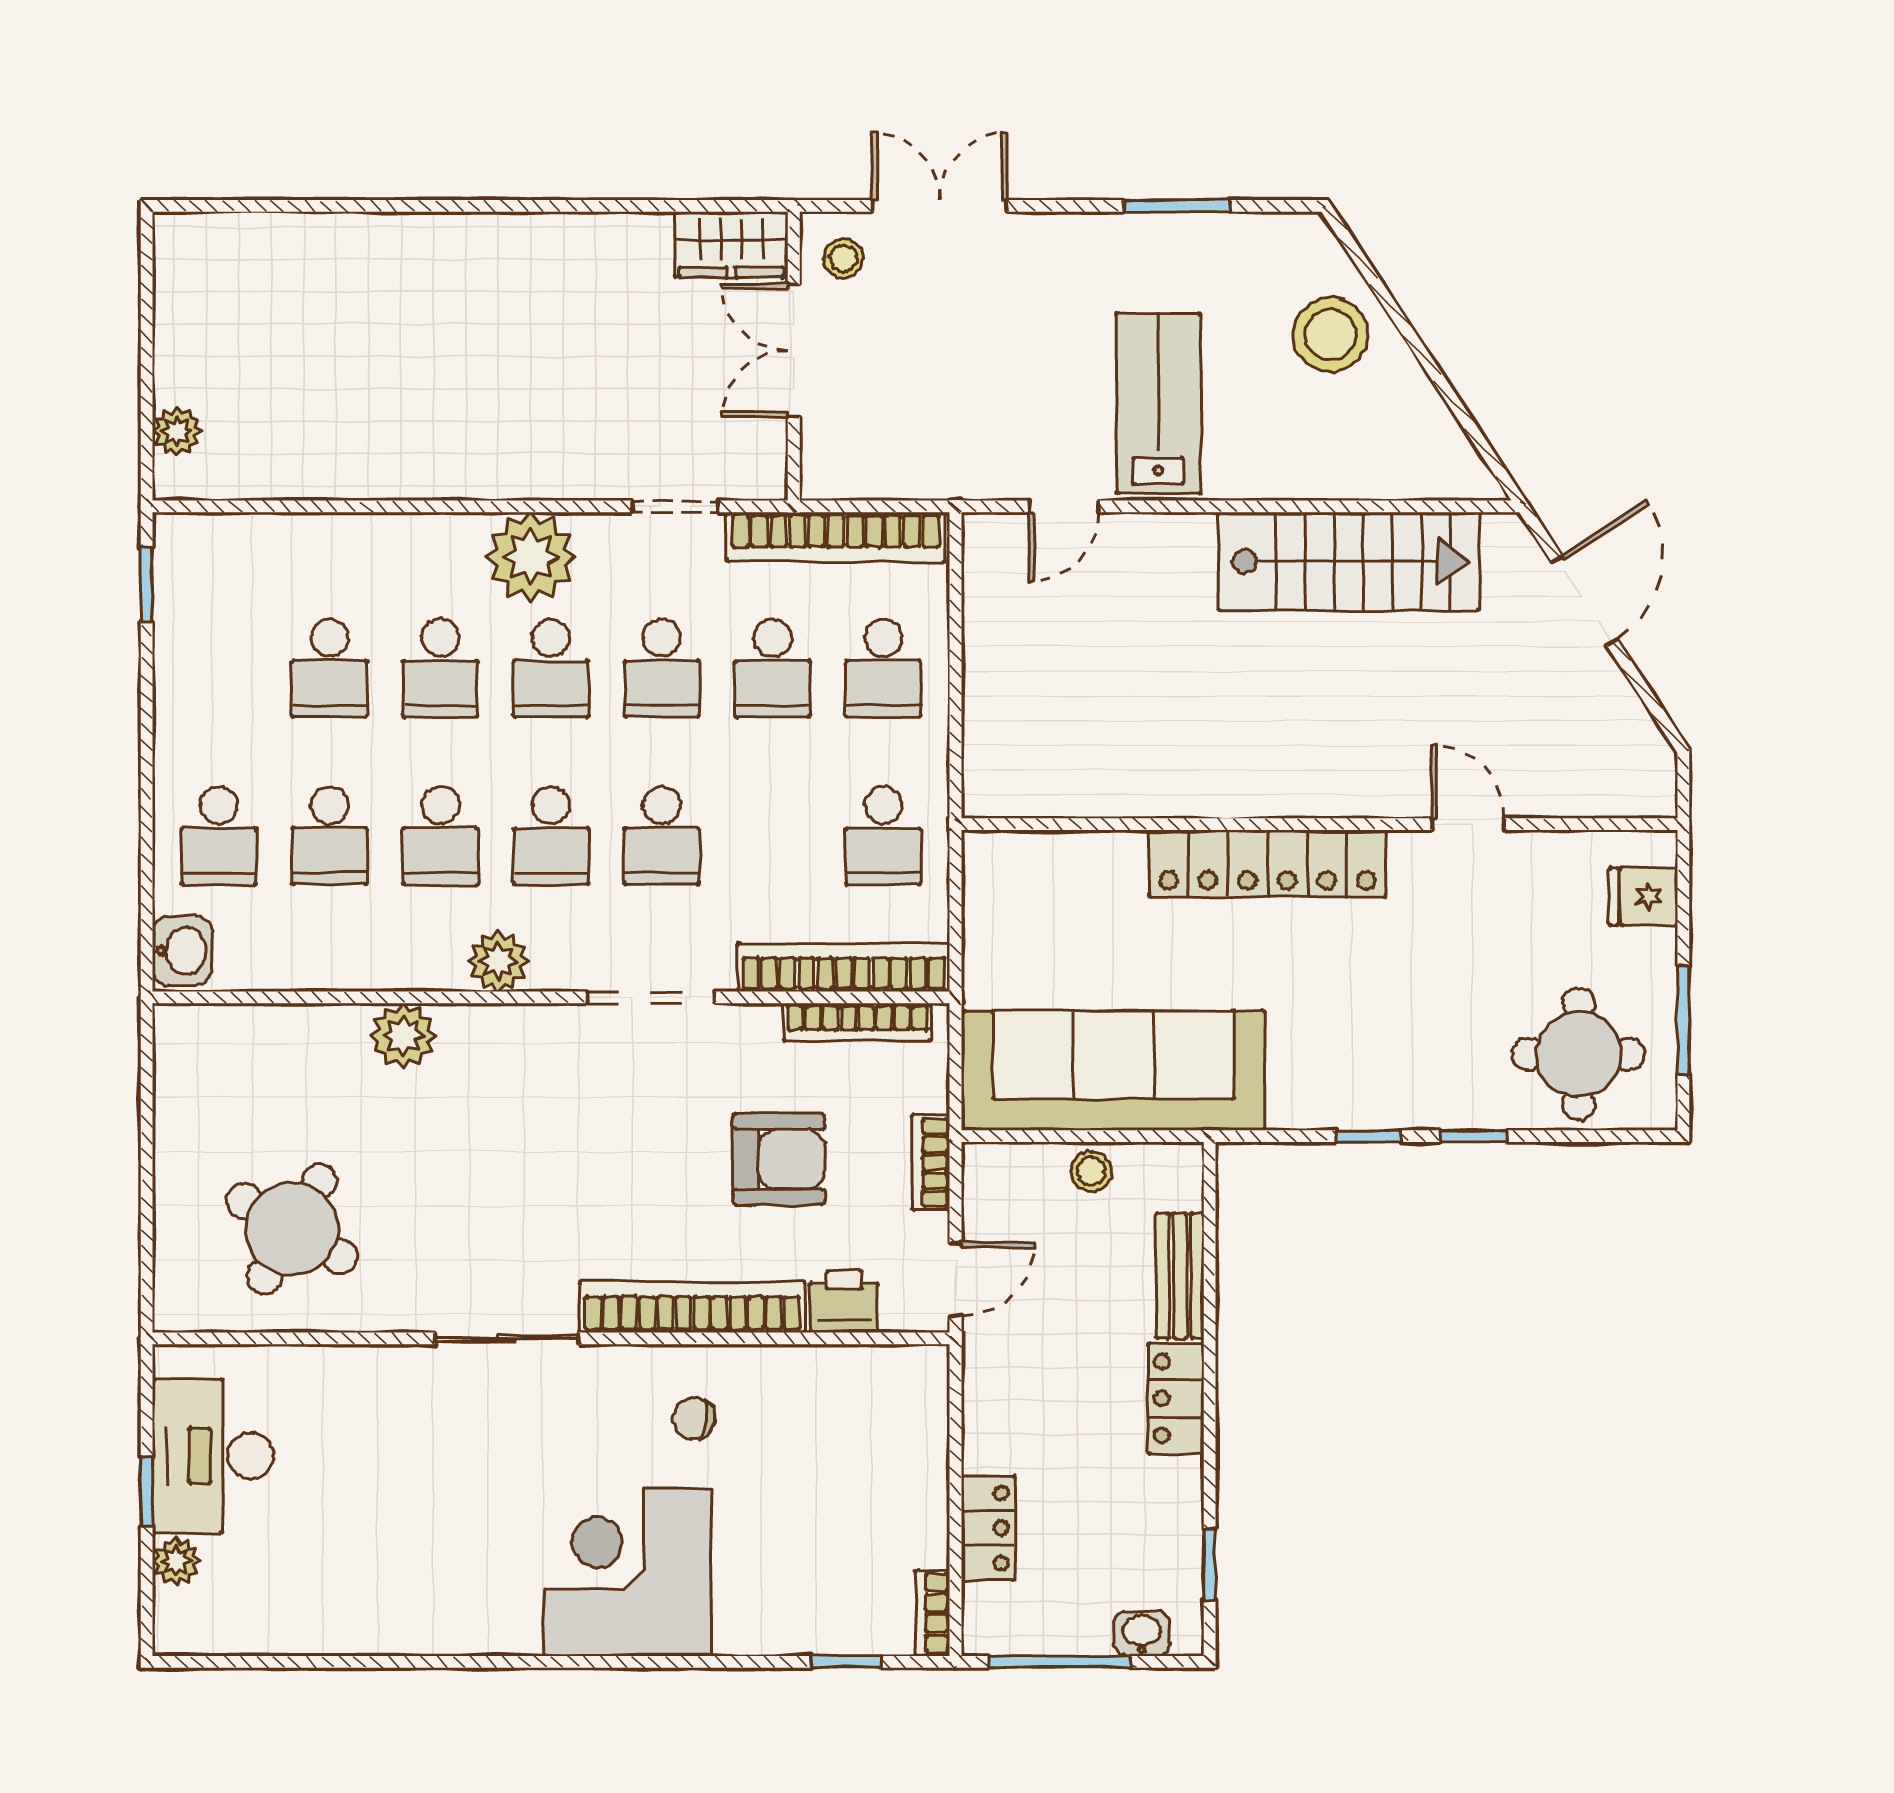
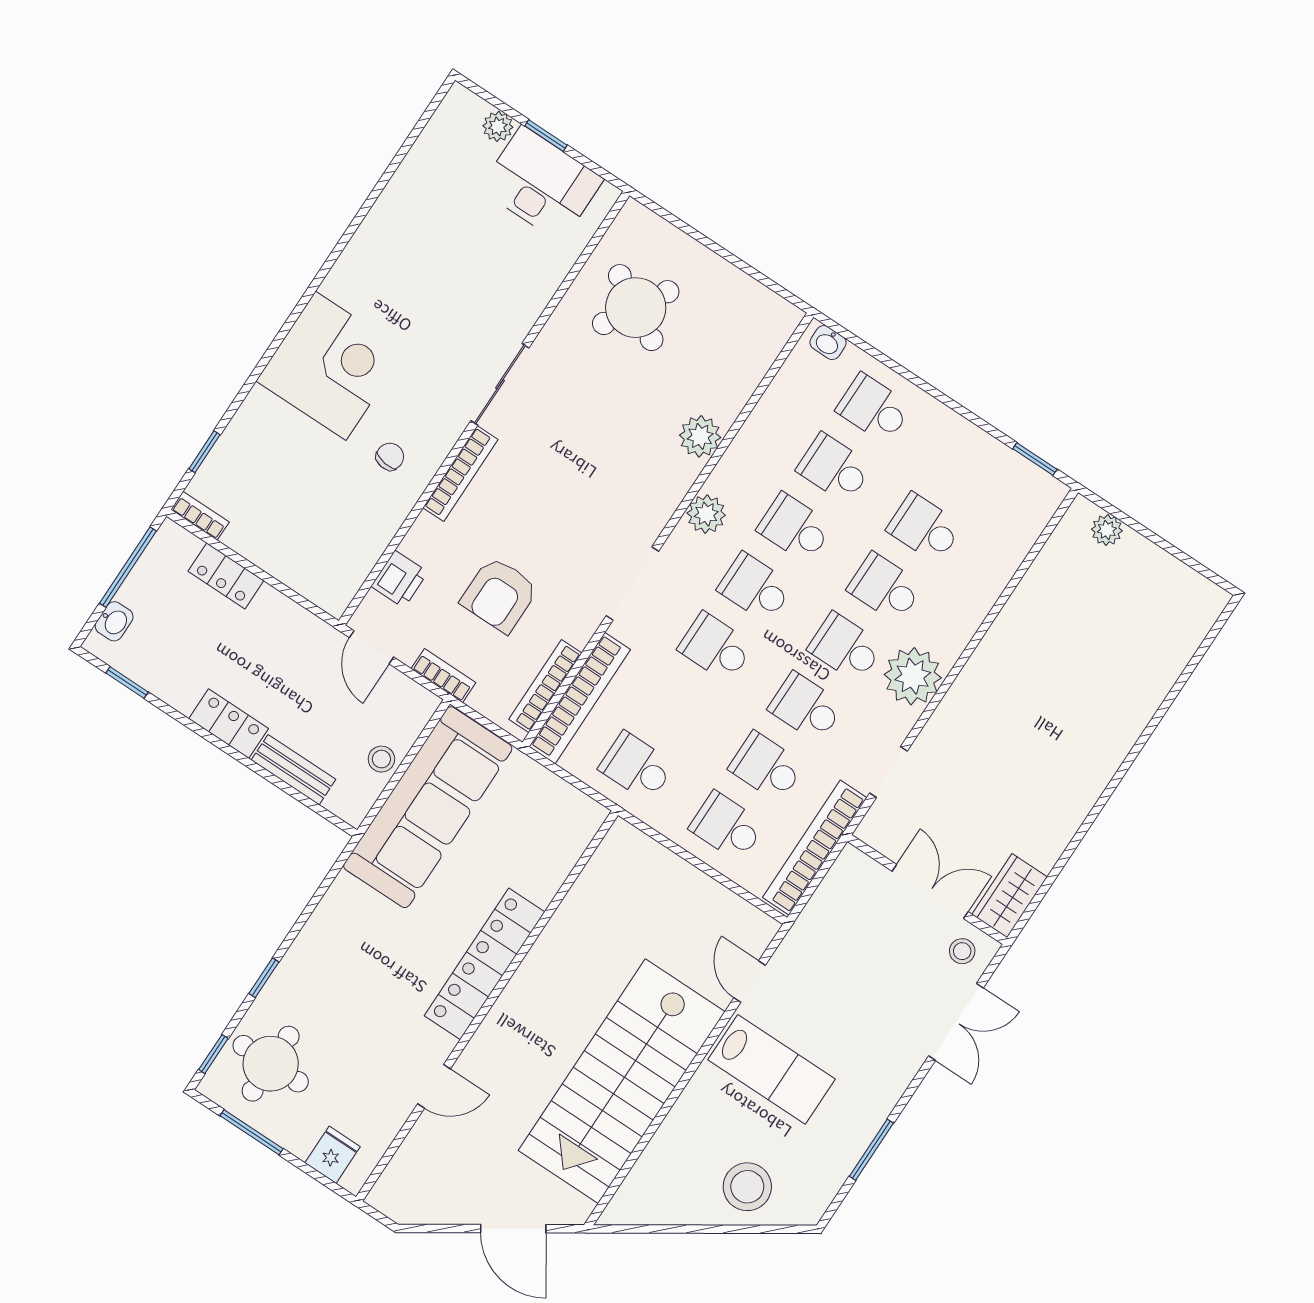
stairs: (1349, 561) -> (622, 1081), width x1.36, depth x1.51
washbasin: (182, 951) -> (828, 343), width x0.72, depth x0.69
window: (1369, 1136) -> (213, 1054), moved
bookcase: (692, 1307) -> (460, 474), width x0.68, depth x0.76

